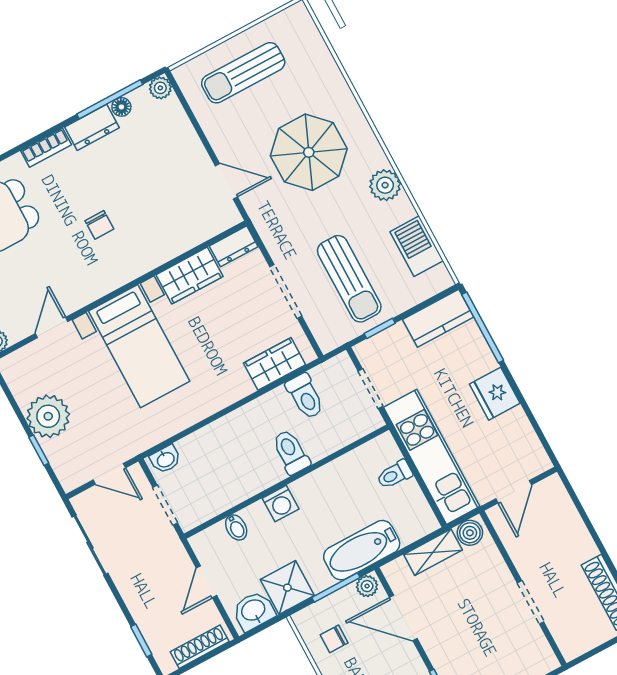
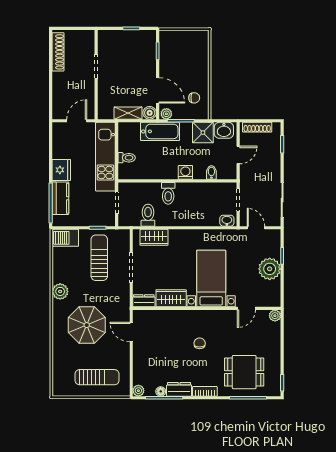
barbecue: (417, 246) -> (65, 238), moved, turned 90
kitchen counter: (438, 318) -> (60, 198), moved, turned 90
boiler: (470, 533) -> (150, 113), moved

